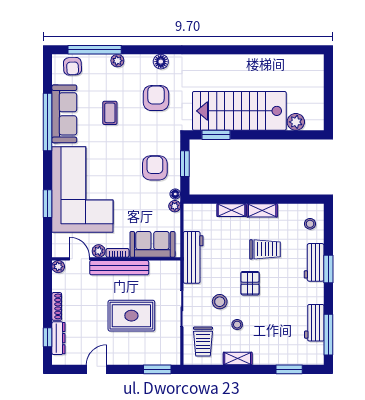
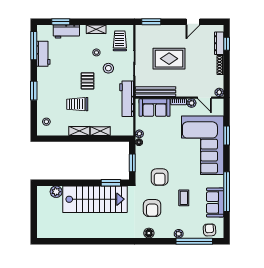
sofa: (64, 114) -> (215, 202), width x0.73
armchair: (155, 168) -> (160, 177), moved
workbench: (314, 262) -> (66, 31), moved, turned 90
bench: (119, 268) -> (155, 92), moved

